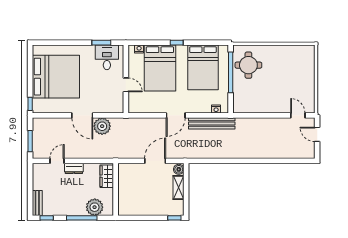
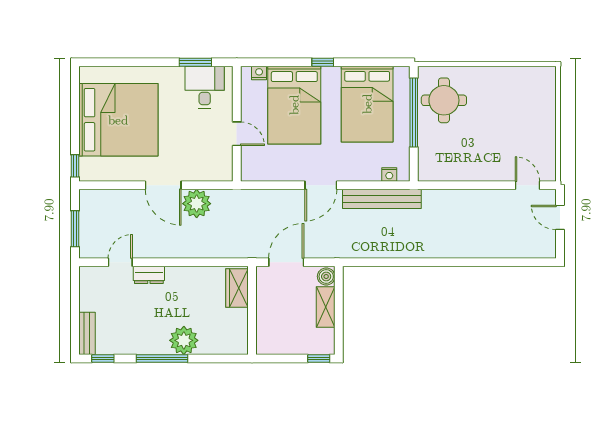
wardrobe: (107, 176) -> (237, 288), moved
wall: (116, 189) -> (252, 310), moved

